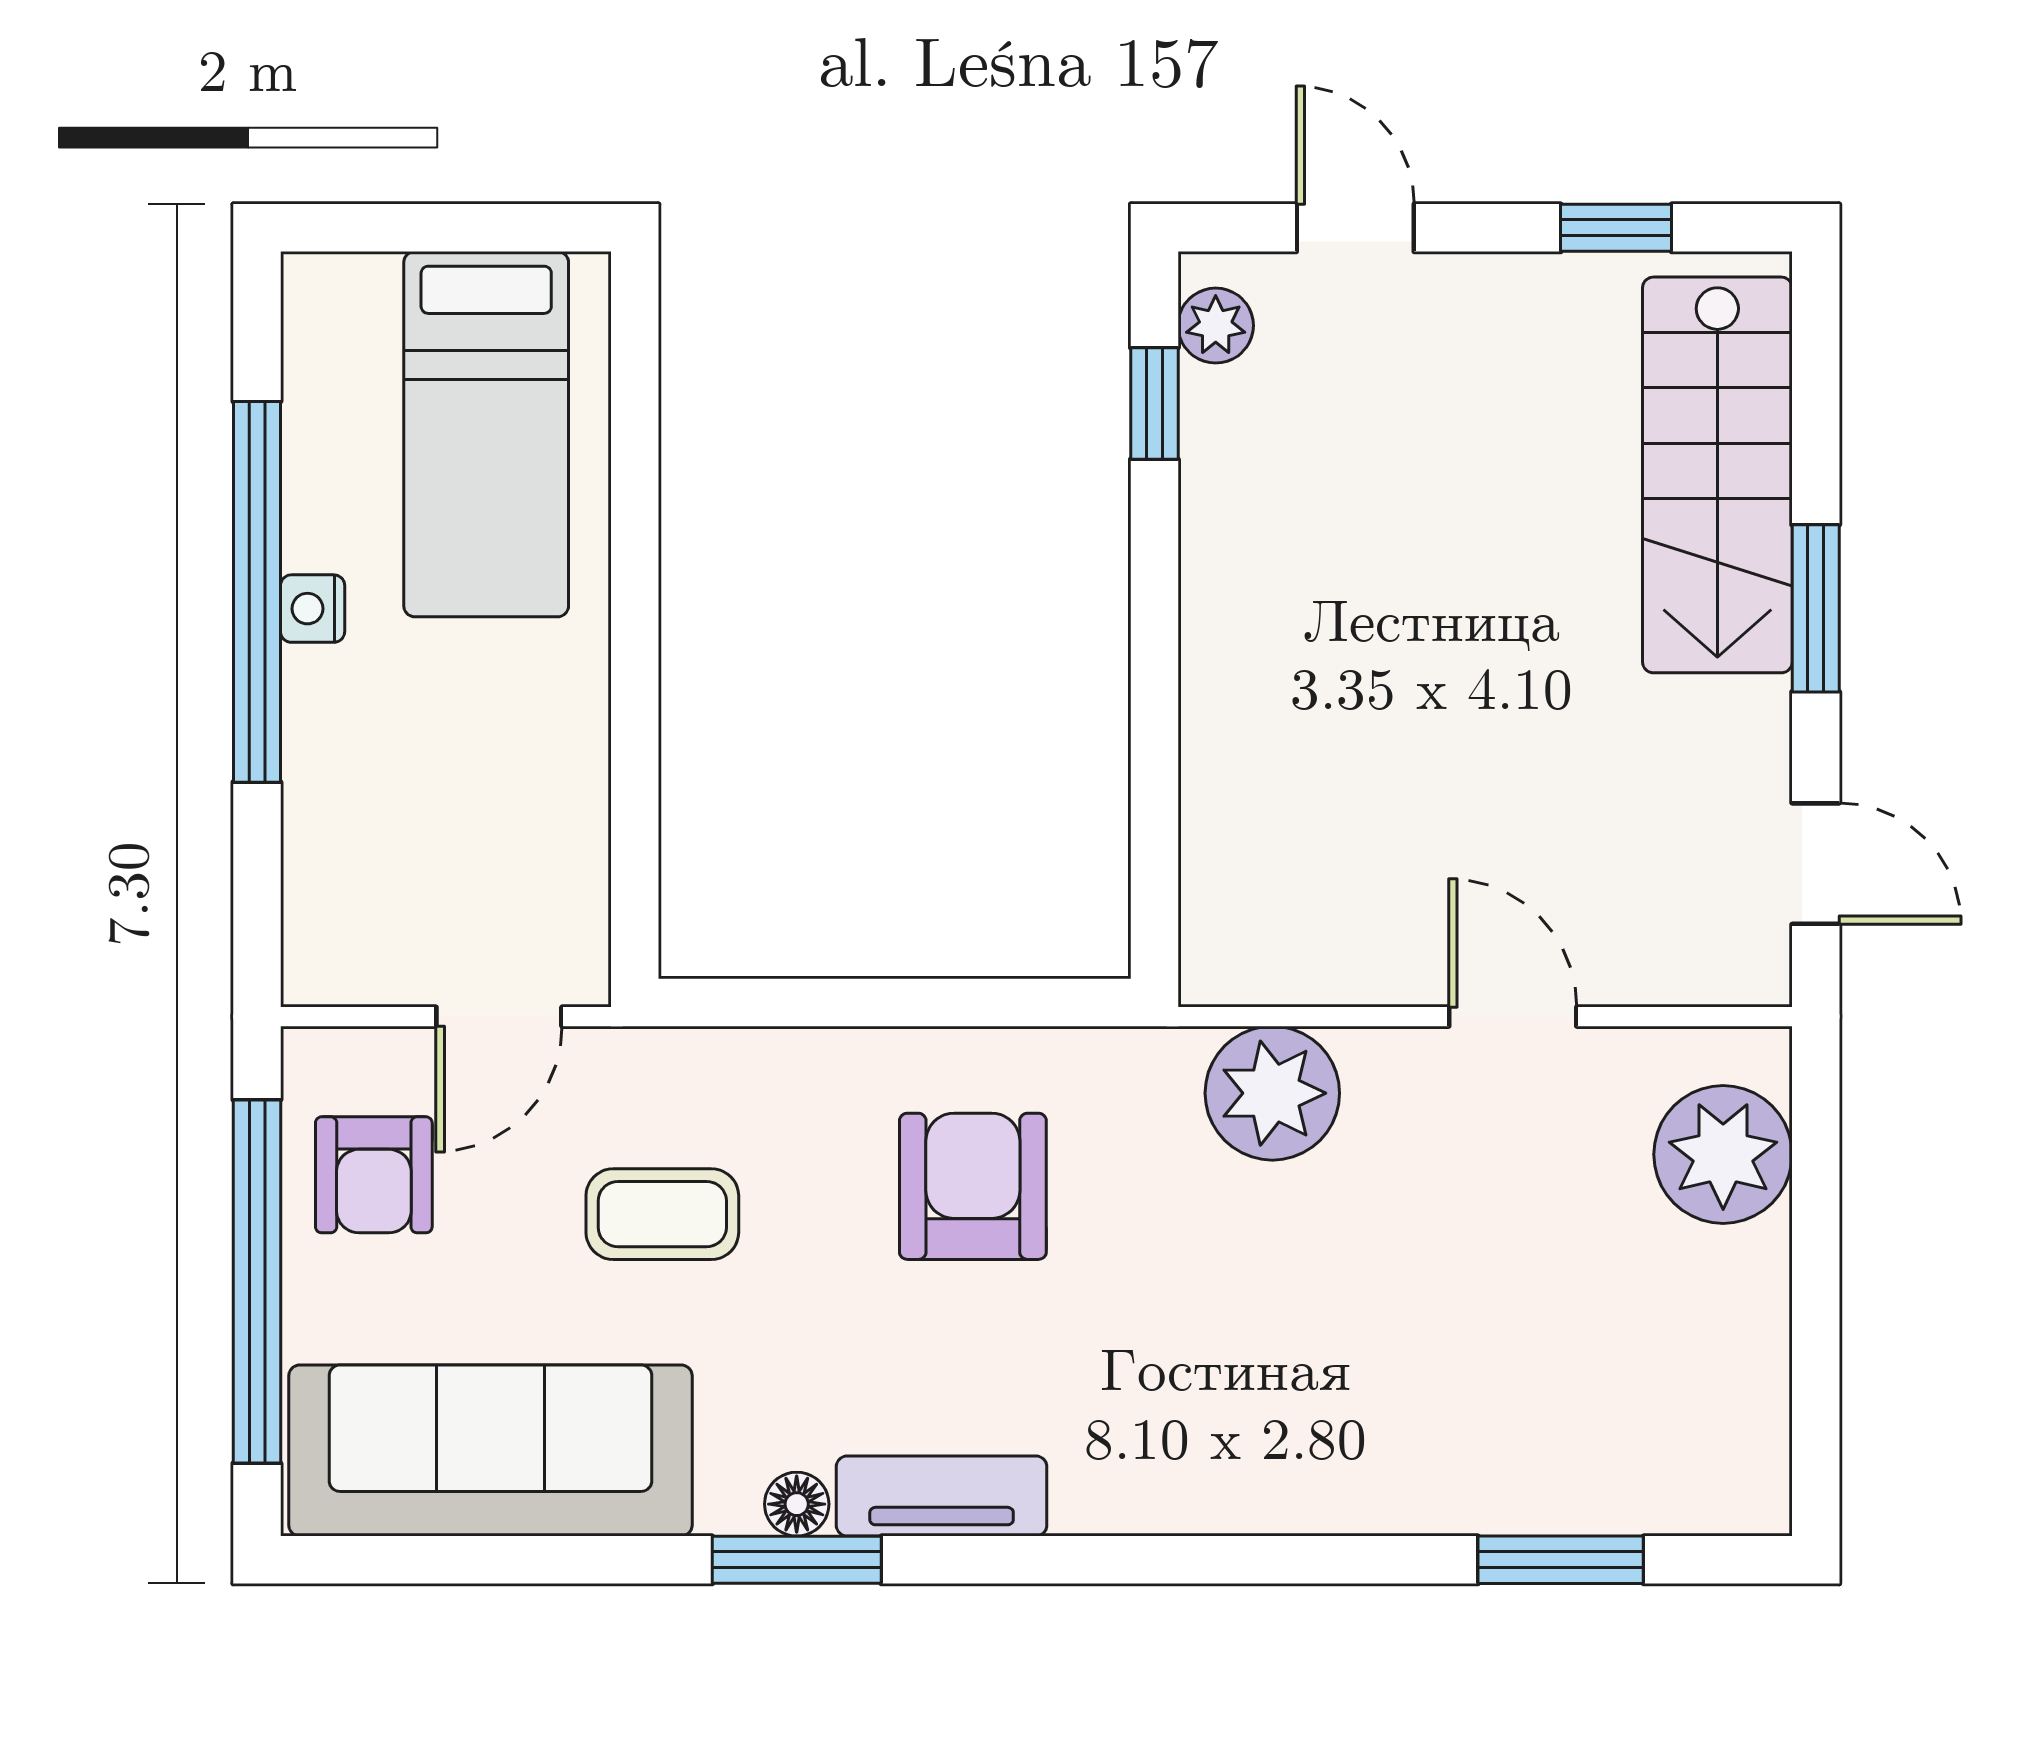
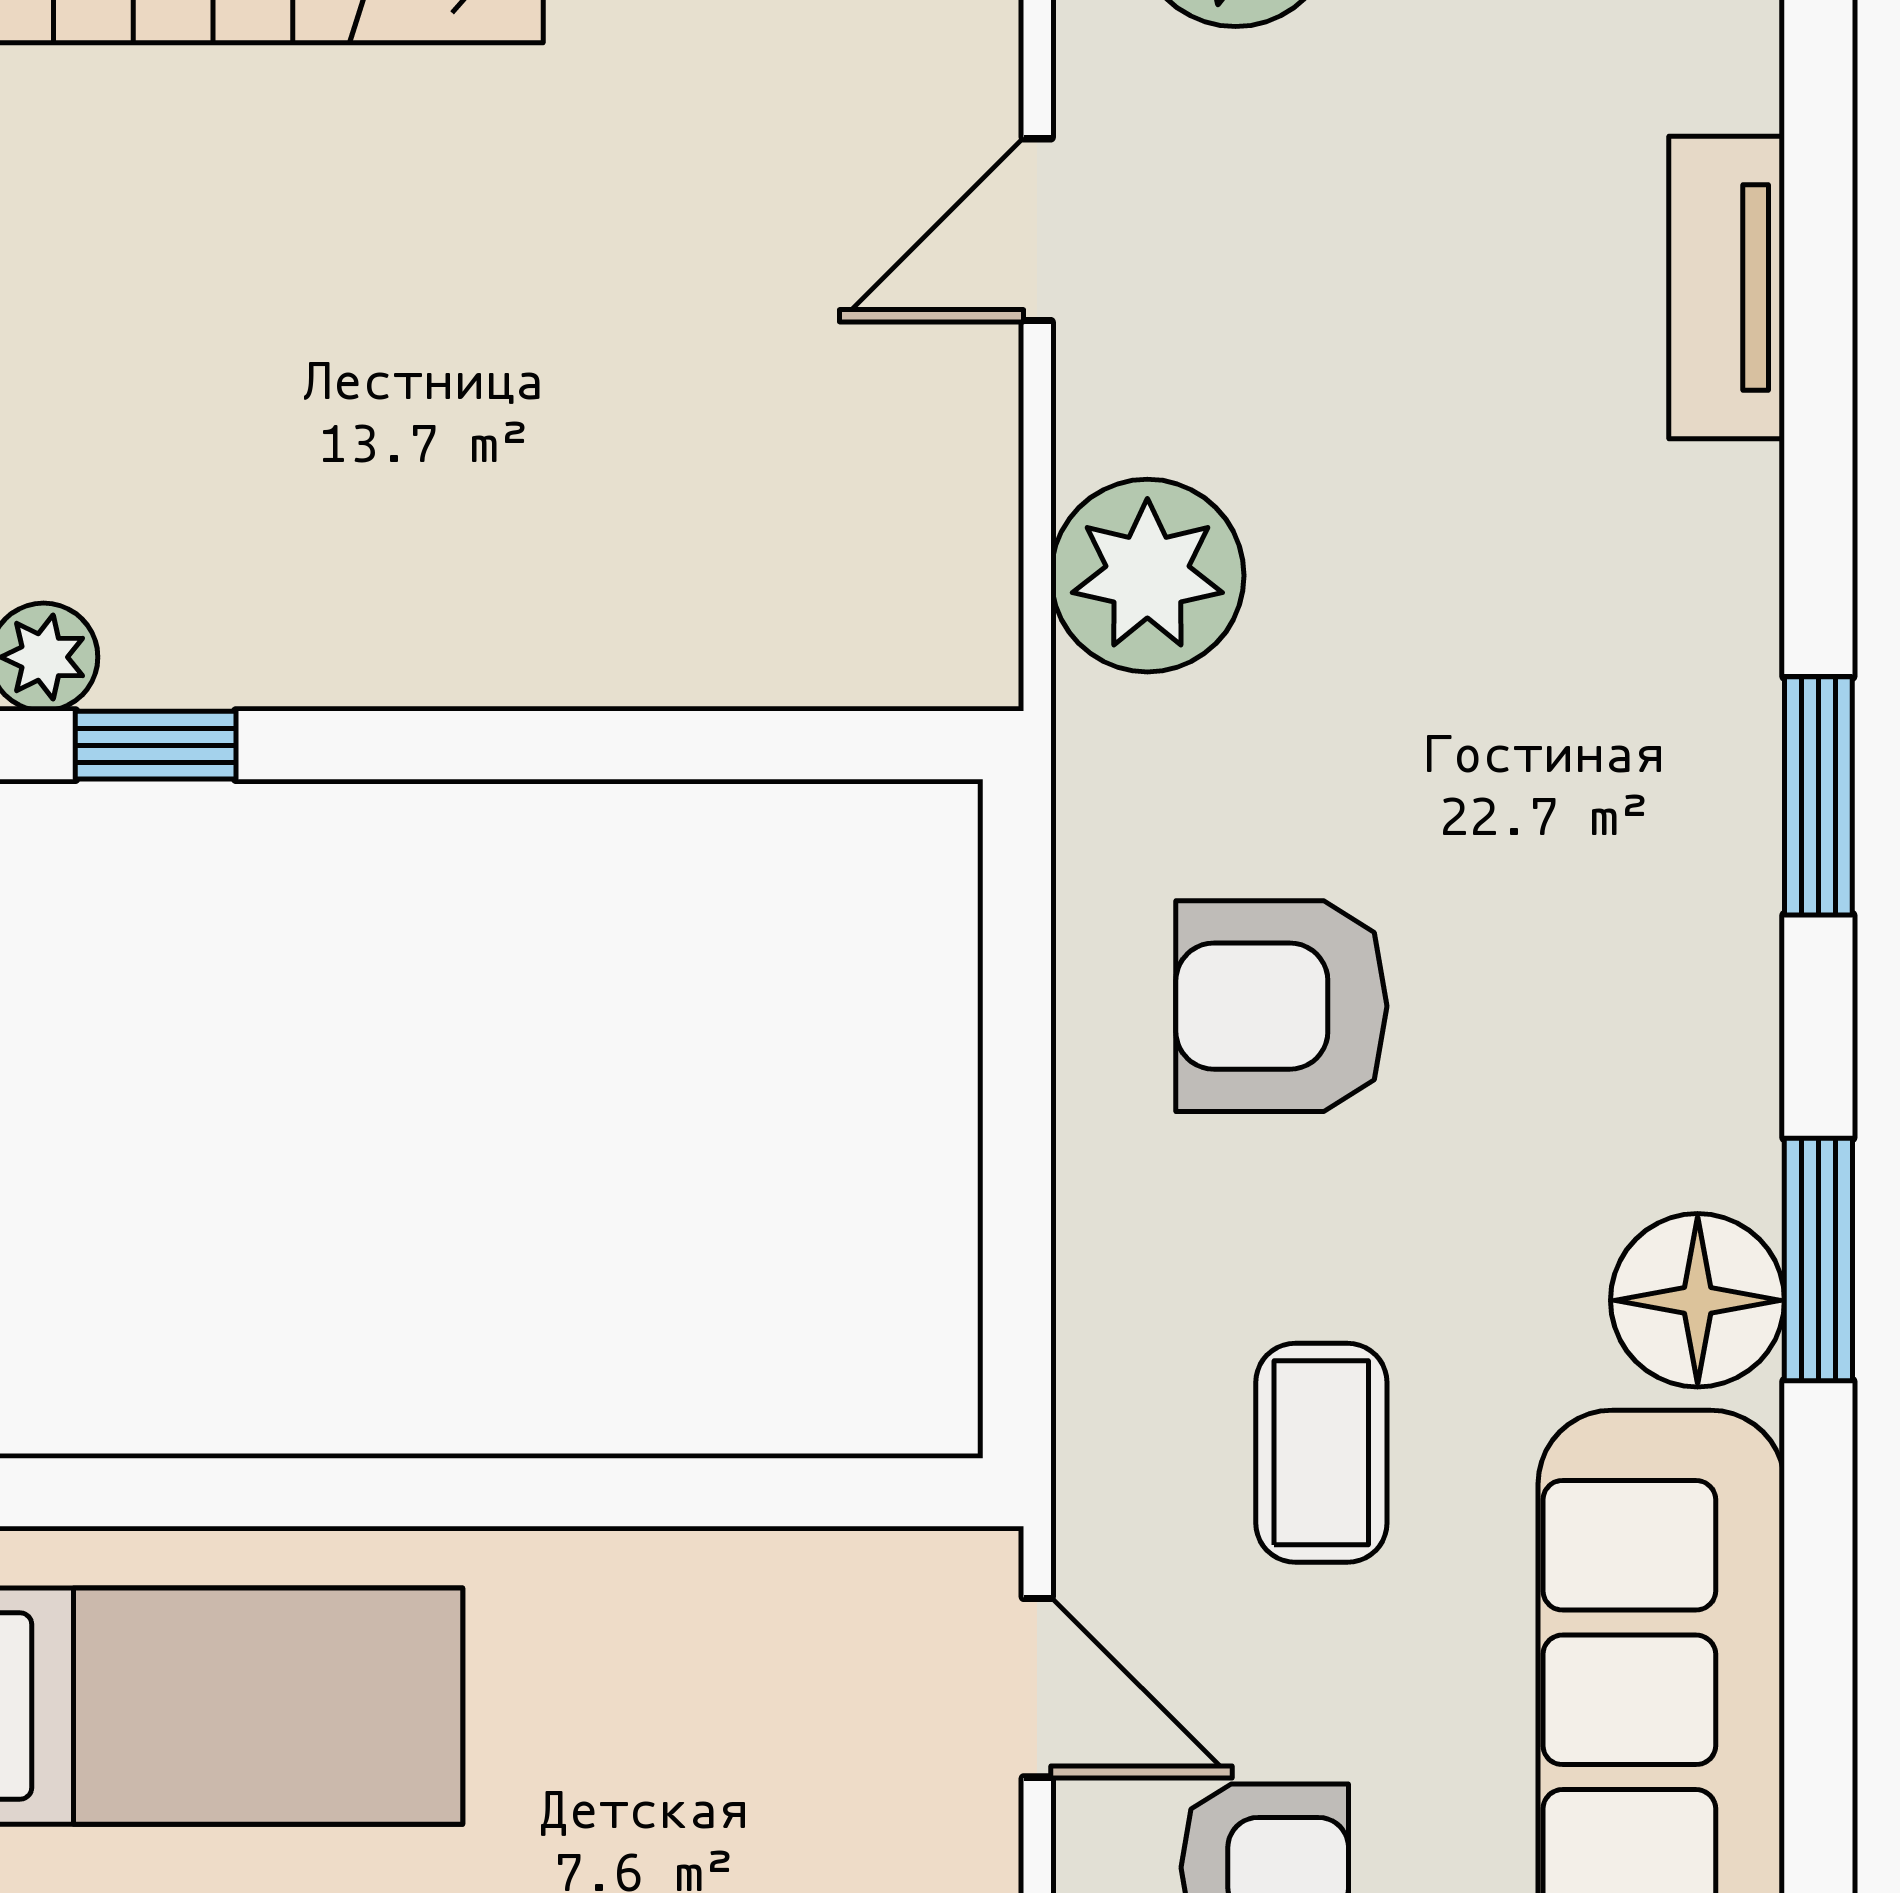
tv unit: (942, 1496) -> (1727, 288), moved
floor lamp: (797, 1504) -> (1698, 1300), width x1.89, depth x1.89
window: (1561, 1560) -> (1818, 796), moved

